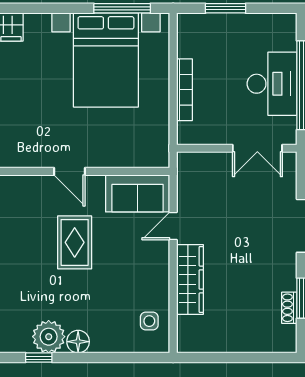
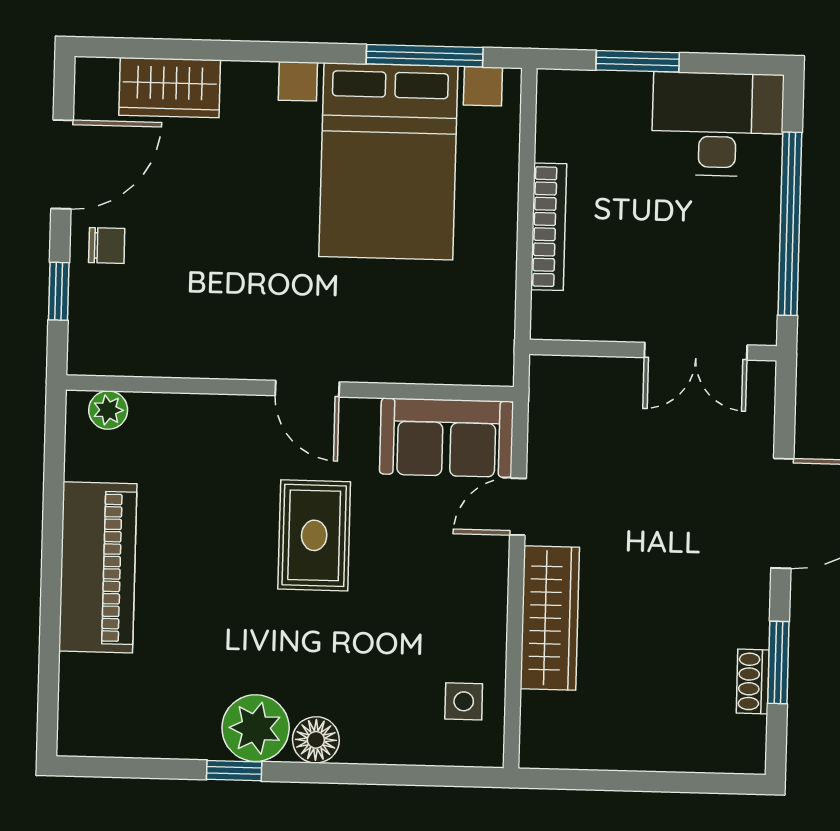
desk: (272, 84) -> (718, 124), moved, turned -90

